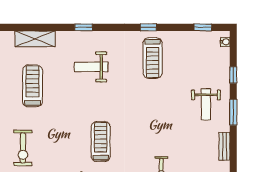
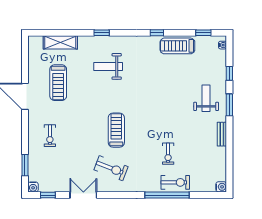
treadmill: (153, 58) -> (177, 46), moved, turned 90
treadmill: (33, 86) -> (58, 83), turned 180
weight bench: (206, 104) -> (206, 98), turned 180
exercise bike: (23, 148) -> (50, 136), width x0.73, depth x0.72

